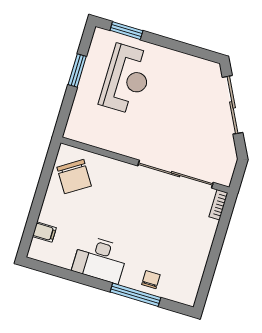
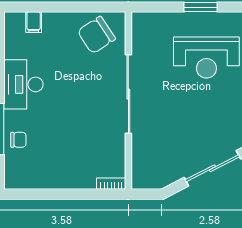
sliding door: (176, 174) -> (128, 94), moved

